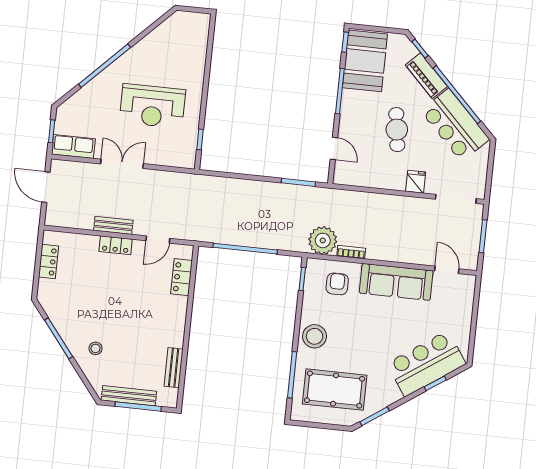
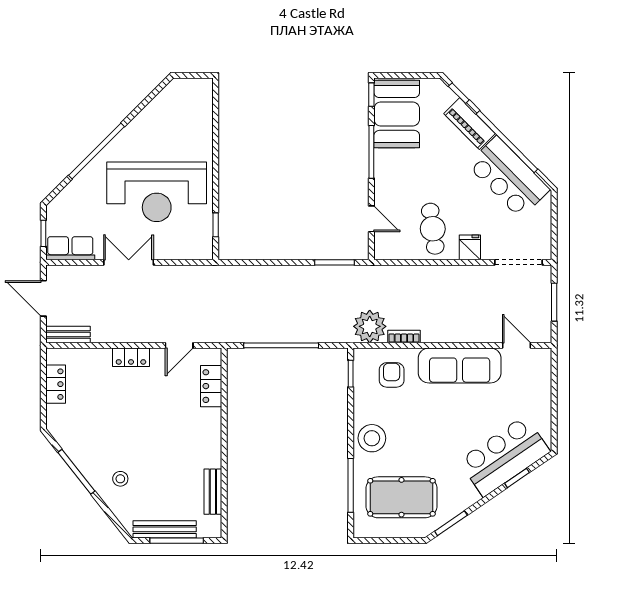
reception desk: (152, 106) -> (157, 192), width x1.36, depth x1.30
cafe table: (397, 130) -> (433, 229), moved
bench: (113, 225) -> (68, 335), moved

